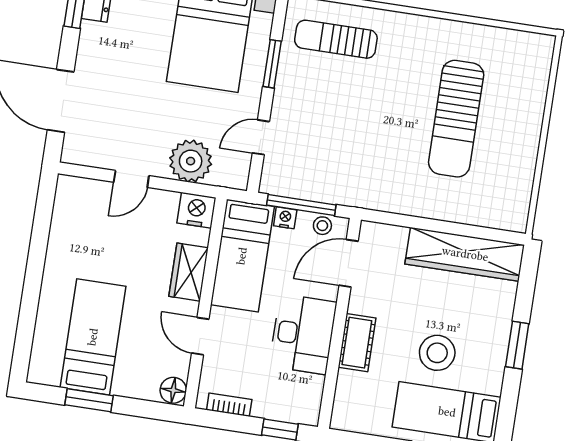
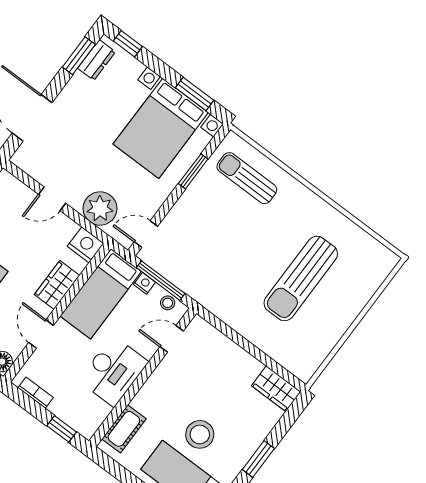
door: (261, 137) -> (146, 234), moved
wardrobe: (465, 254) -> (276, 389), width x0.48, depth x0.85
door: (349, 263) -> (172, 339), width x0.73
cot: (357, 343) -> (124, 429), moved

